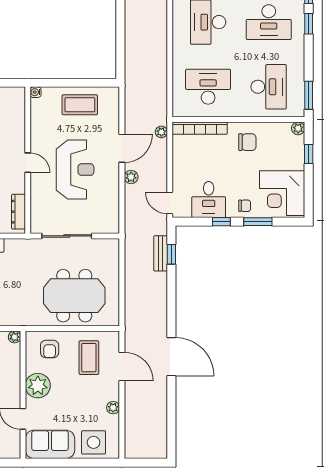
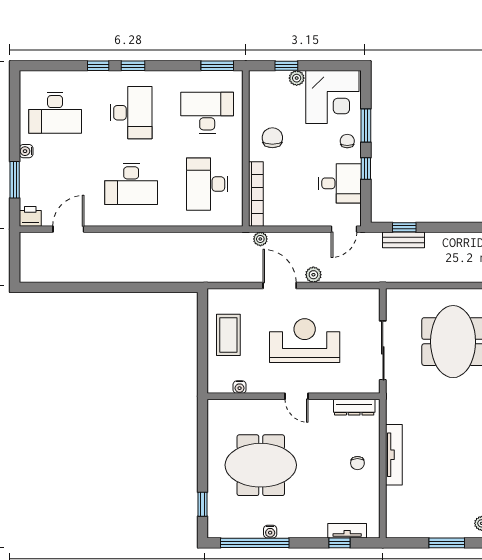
water cooler: (36, 92) -> (240, 387), moved
plant: (298, 128) -> (297, 78), moved
door: (28, 163) -> (296, 396), swing flipped

